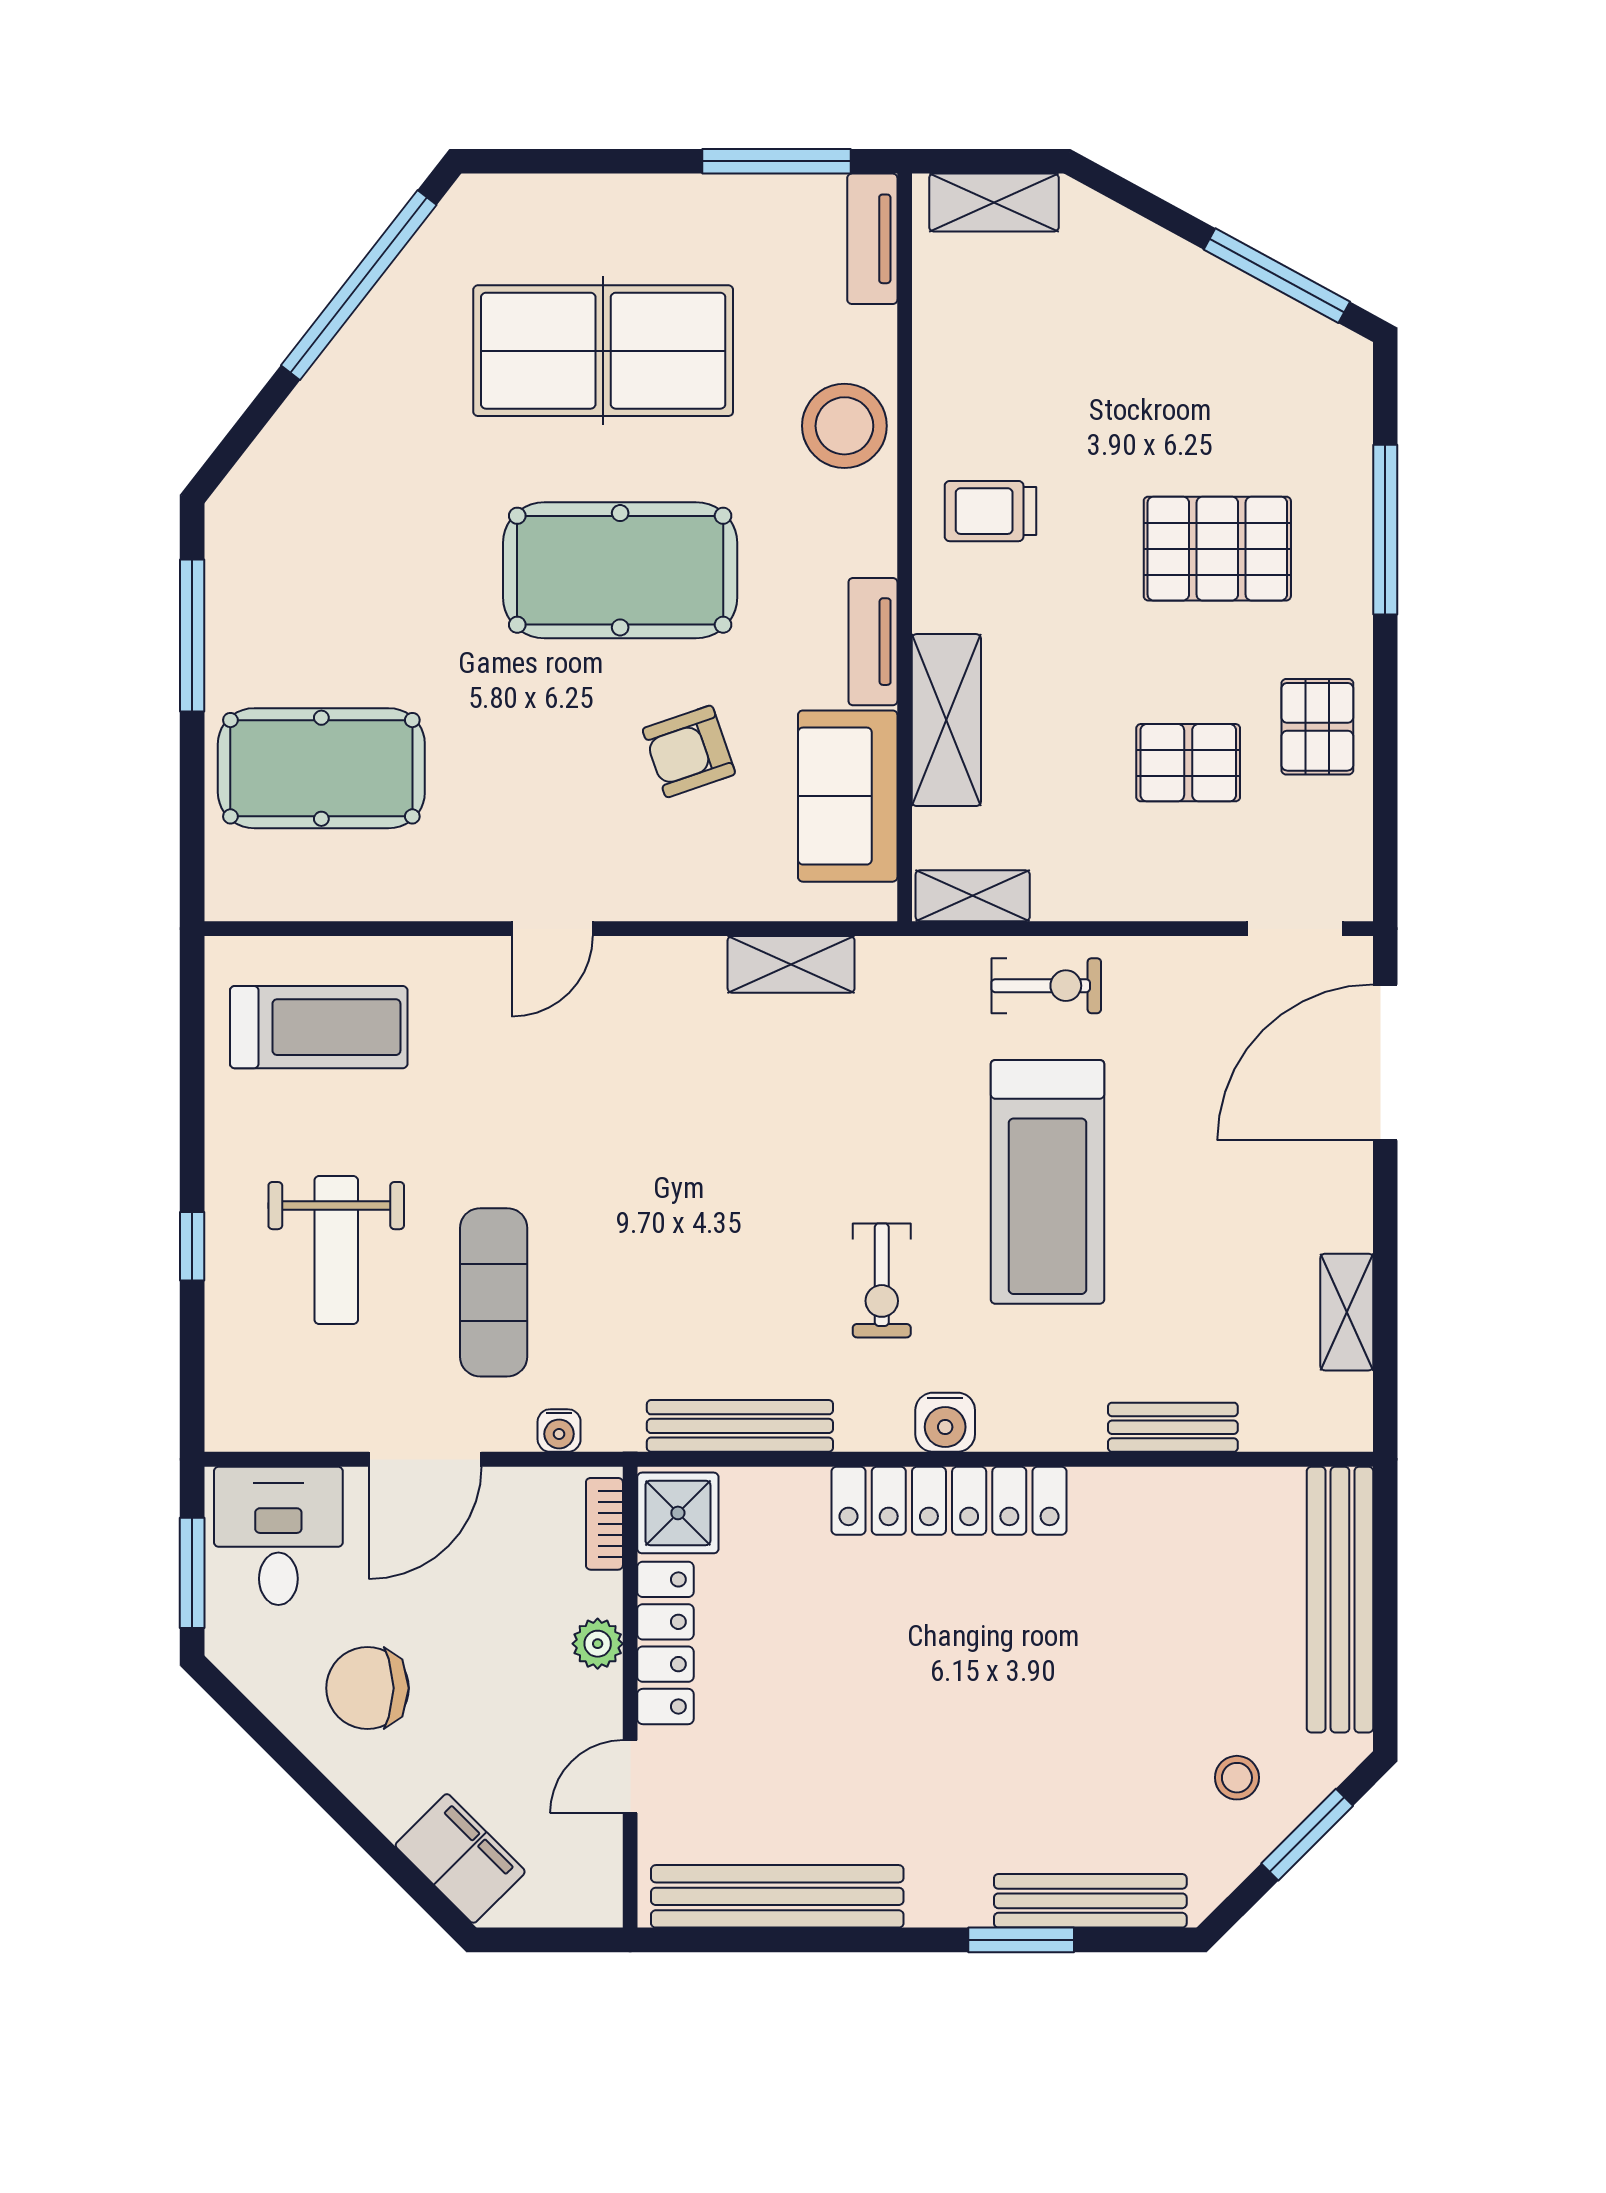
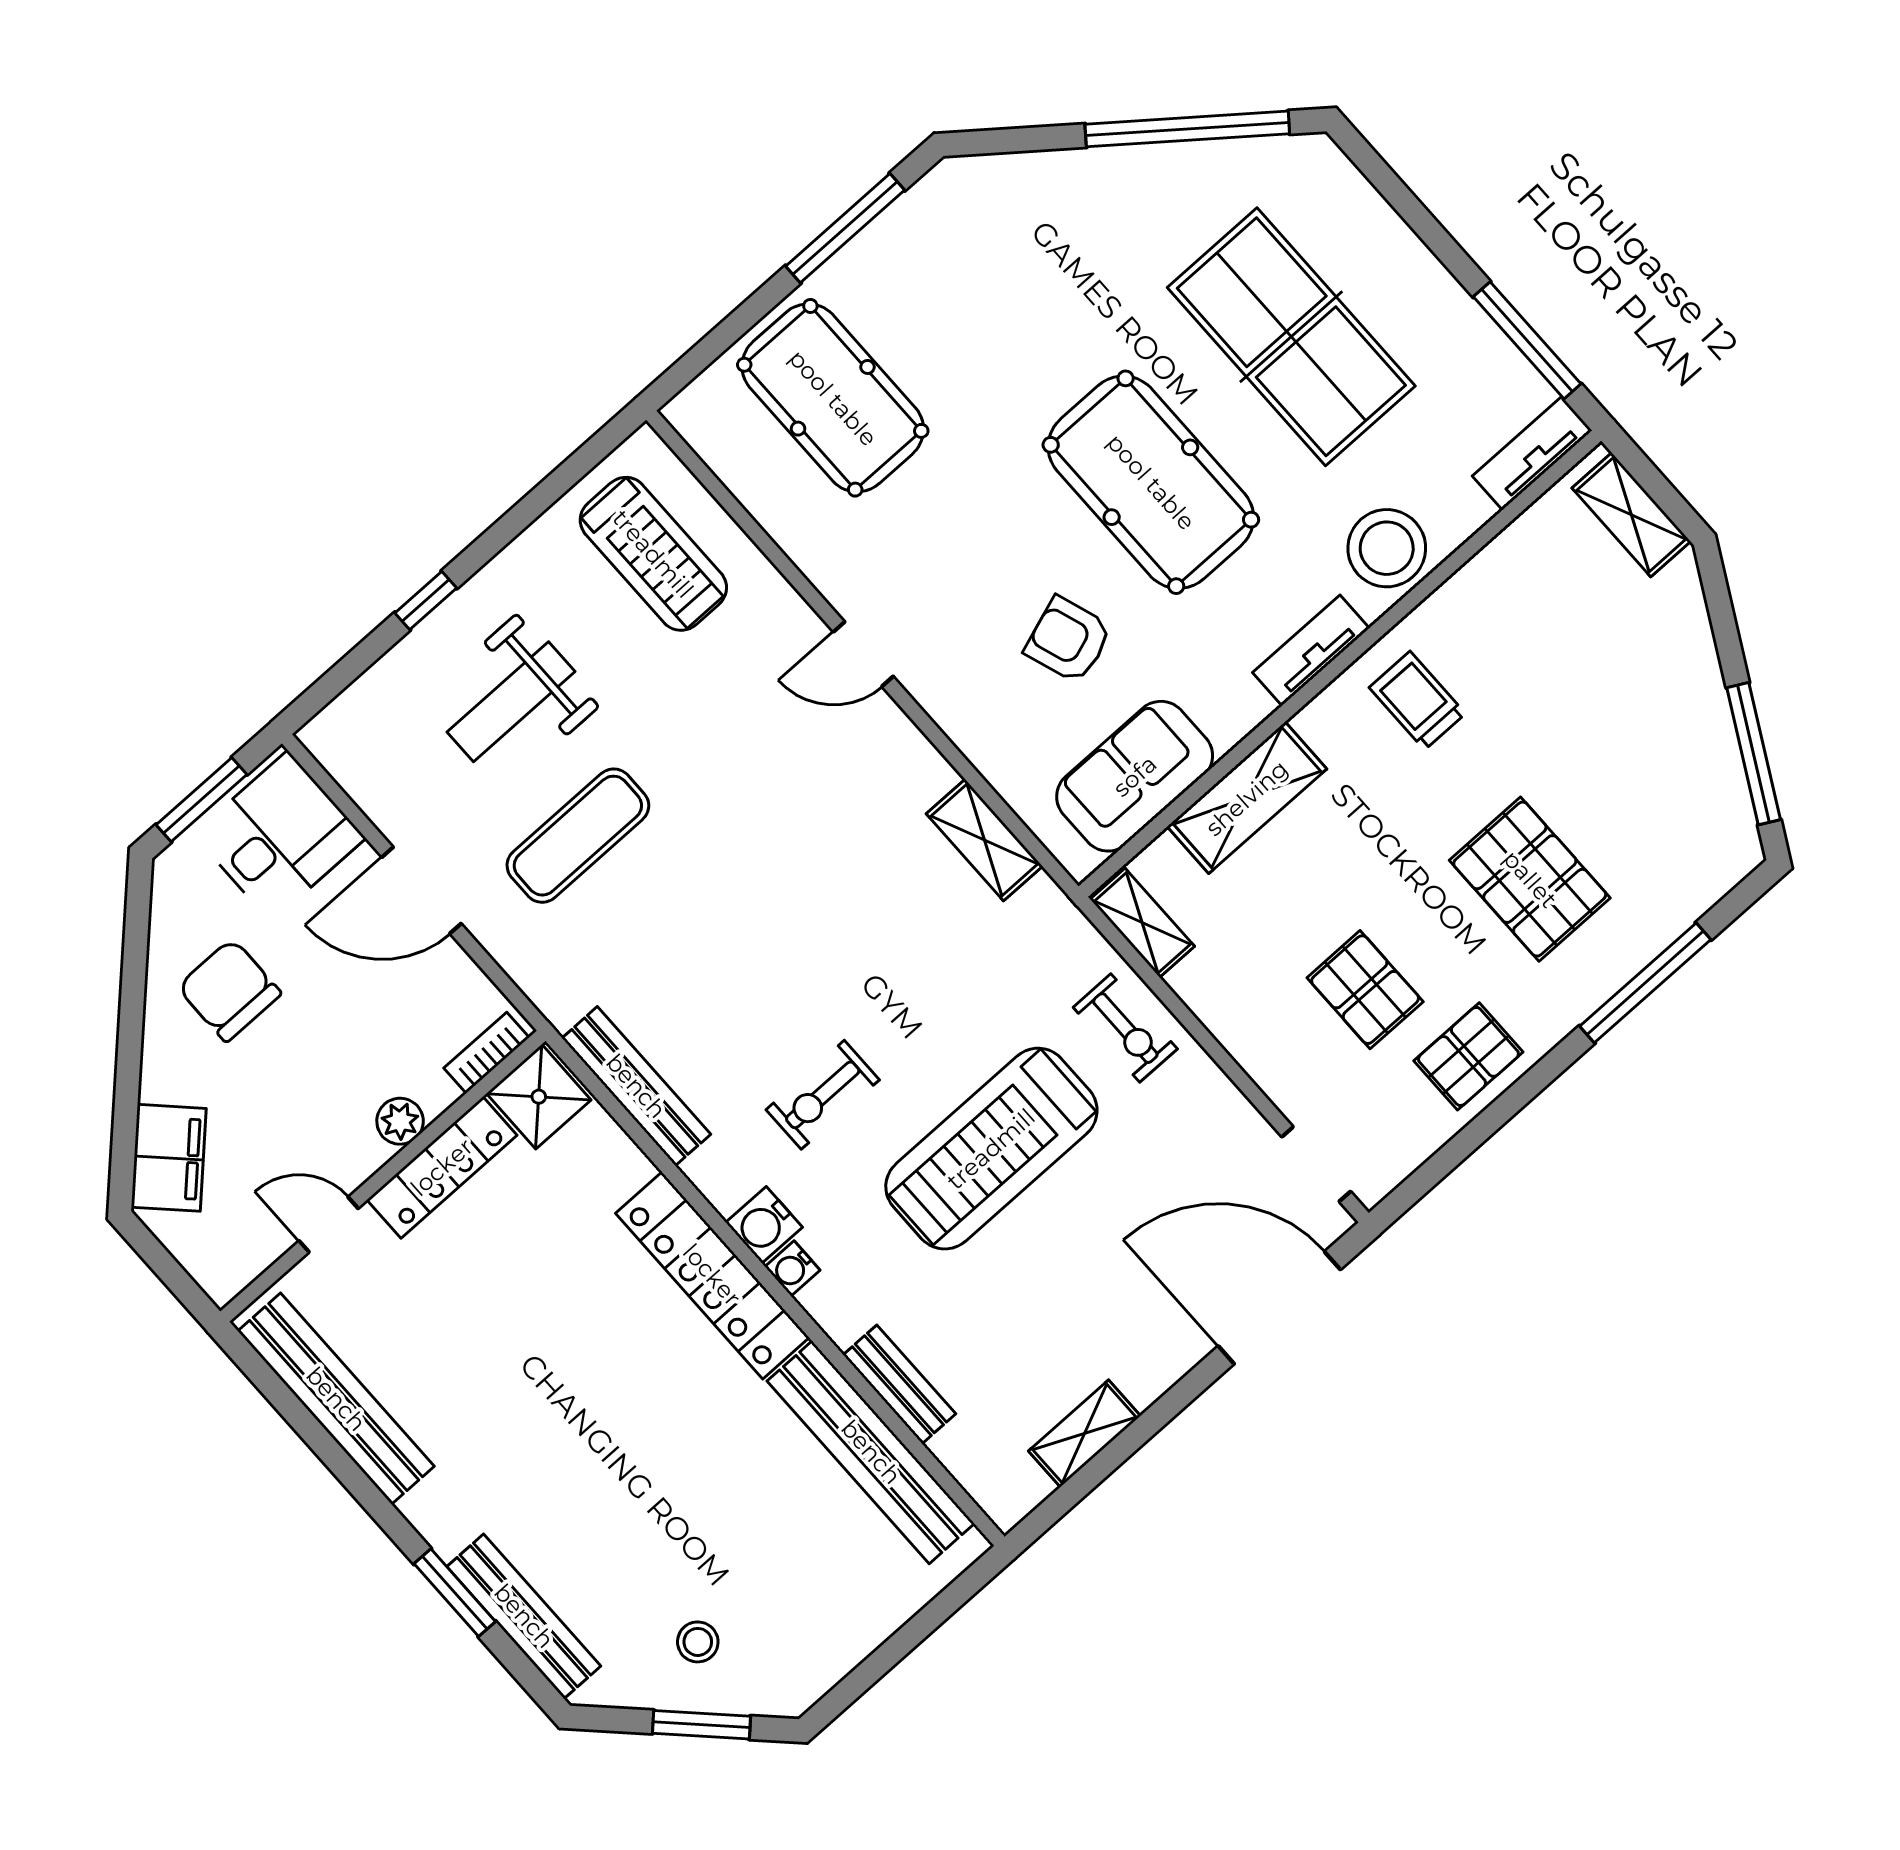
tv unit: (873, 642) -> (1311, 650), moved
water cooler: (559, 1431) -> (792, 1268), moved
bench: (1340, 1600) -> (871, 1452), moved, turned 90

